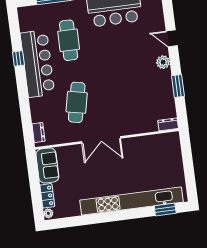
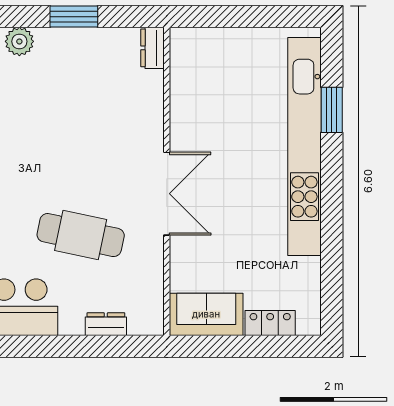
dresser: (38, 132) -> (106, 324), moved
window: (165, 210) -> (332, 110), moved
plant: (48, 213) -> (307, 325), removed

